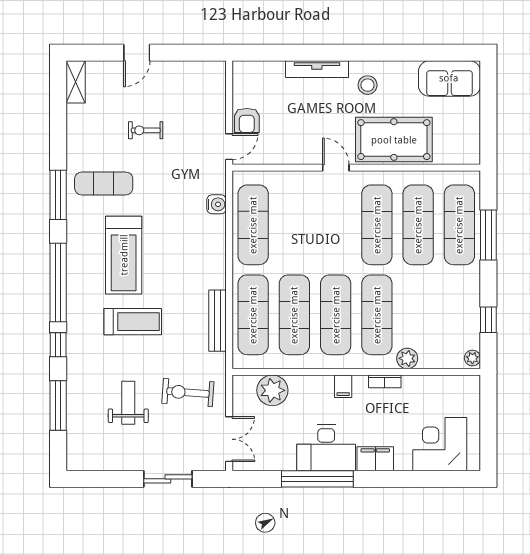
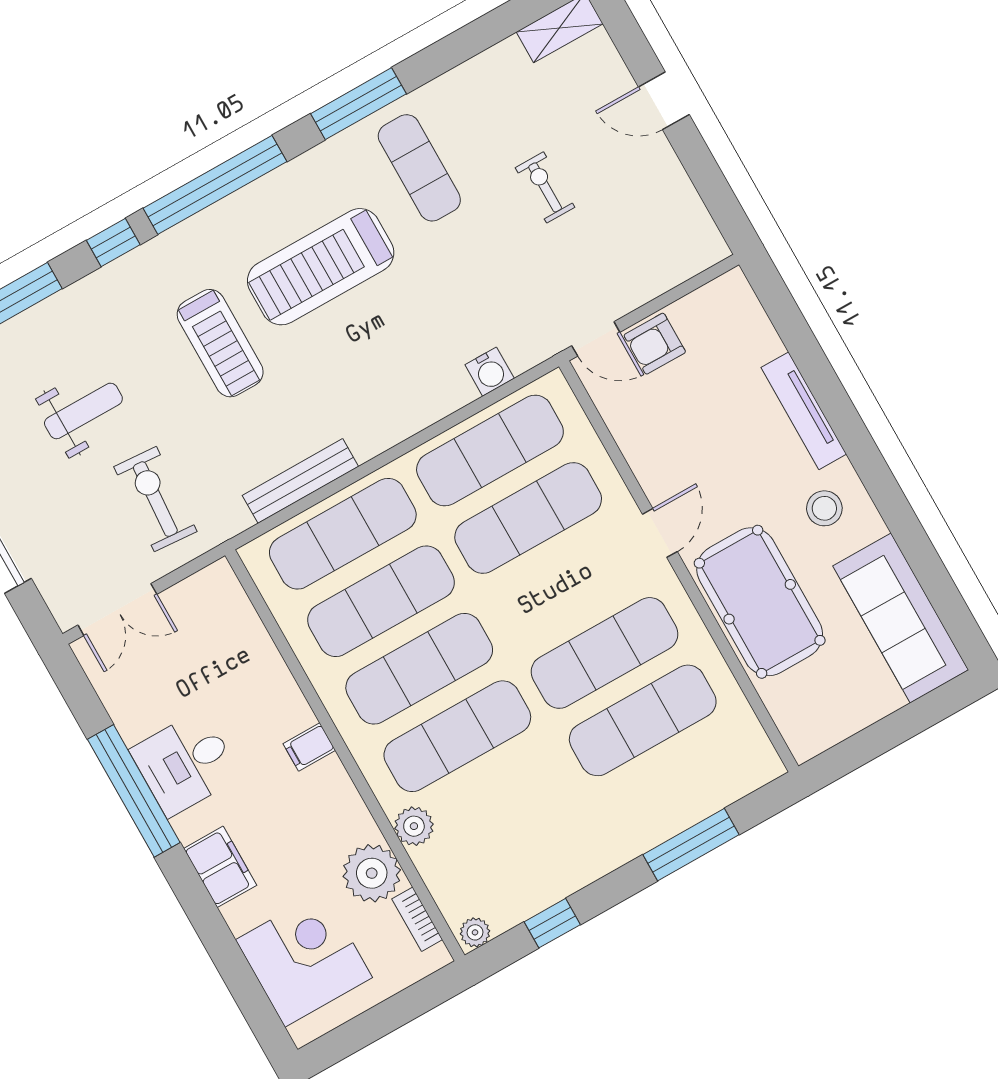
sofa: (449, 78) -> (901, 618), width x1.36
exercise mat: (459, 225) -> (528, 518), moved
bookcase: (385, 381) -> (417, 919), moved
plant: (272, 390) -> (372, 873), moved
desk: (326, 448) -> (185, 763), width x0.73

